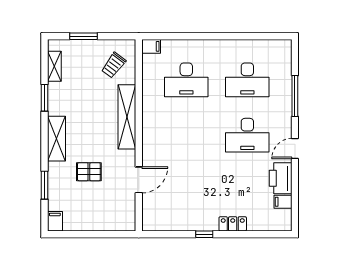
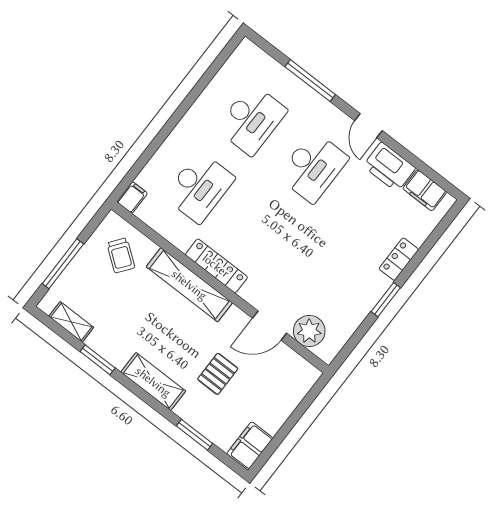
window: (84, 36) -> (63, 264), width x1.44
locker: (149, 124) -> (216, 266), added
door: (139, 180) -> (270, 326), swing flipped
filing cabinet: (283, 202) -> (425, 190), width x2.00
plant: (153, 205) -> (309, 331), added
filing cabinet: (55, 221) -> (250, 446), width x2.00
window: (204, 234) -> (386, 300), width x1.50

